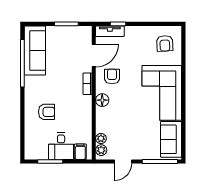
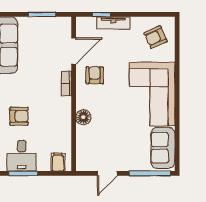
tv unit: (110, 31) -> (113, 23), moved
armchair: (165, 43) -> (156, 37), turned 69
floor lamp: (102, 100) -> (83, 117), moved
plant: (101, 138) -> (82, 147), removed
desk: (61, 146) -> (22, 156), moved
plant: (101, 150) -> (82, 160), removed

